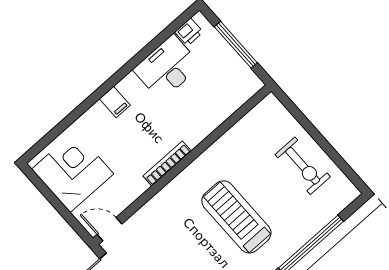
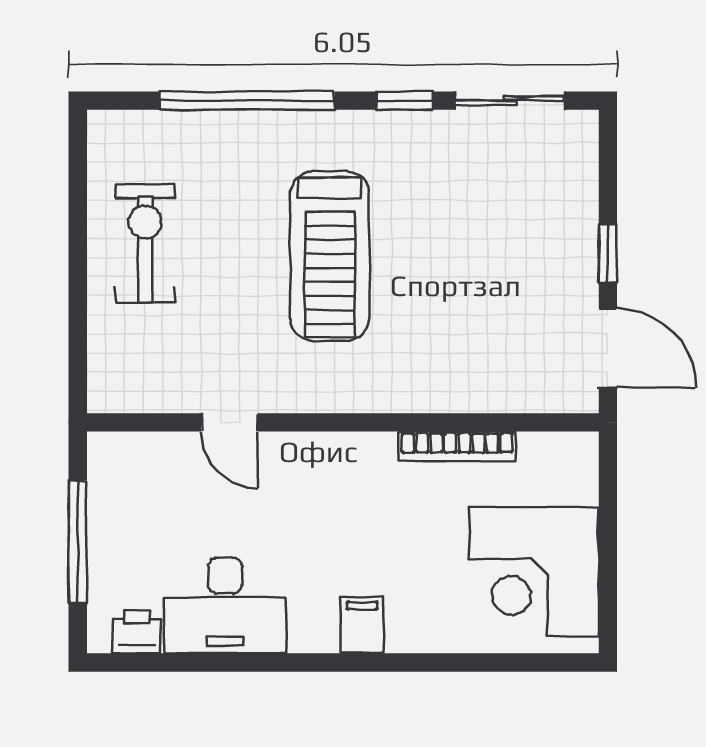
bookcase: (167, 163) -> (457, 446), moved
door: (109, 229) -> (229, 422), moved

